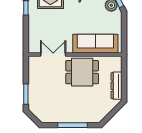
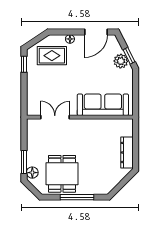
dining table: (82, 72) -> (62, 174), moved, turned 90
floor lamp: (33, 103) -> (32, 173), added

